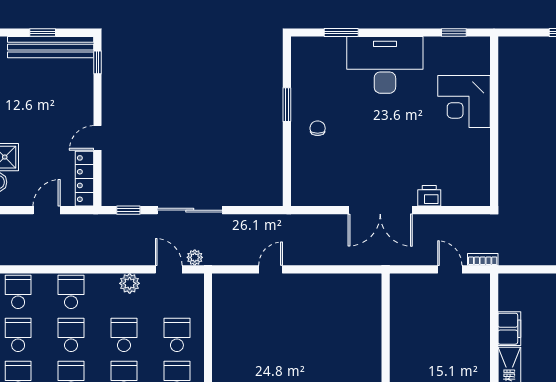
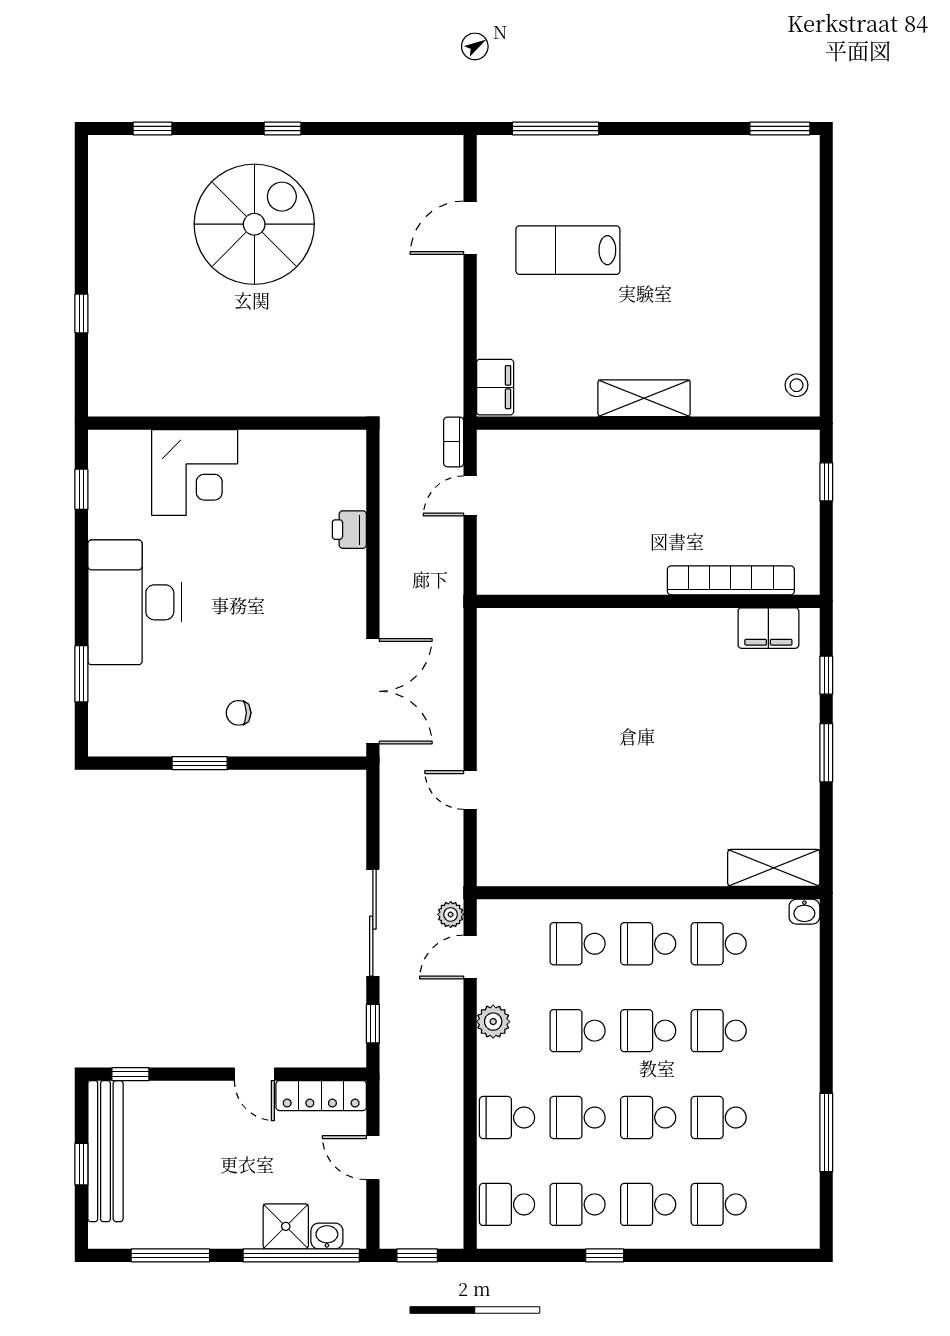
double door: (380, 210) -> (373, 691), moved
filing cabinet: (509, 329) -> (495, 387), moved, turned 90

